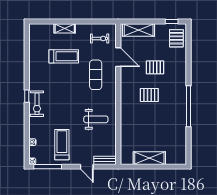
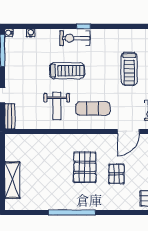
exercise mat: (96, 75) -> (93, 108), moved
pallet: (149, 95) -> (85, 167), width x1.50, depth x1.42
treadmill: (62, 145) -> (67, 71), moved
shelving: (149, 158) -> (12, 180), moved

